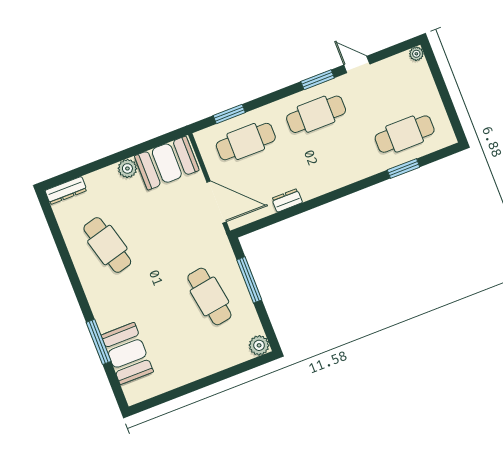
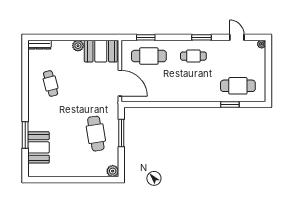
door: (357, 64) -> (237, 37), moved
cafe table: (316, 114) -> (193, 56), width x0.73, depth x0.74
dresser: (287, 200) -> (159, 97), removed
cafe table: (107, 245) -> (51, 83), width x0.73, depth x0.74

